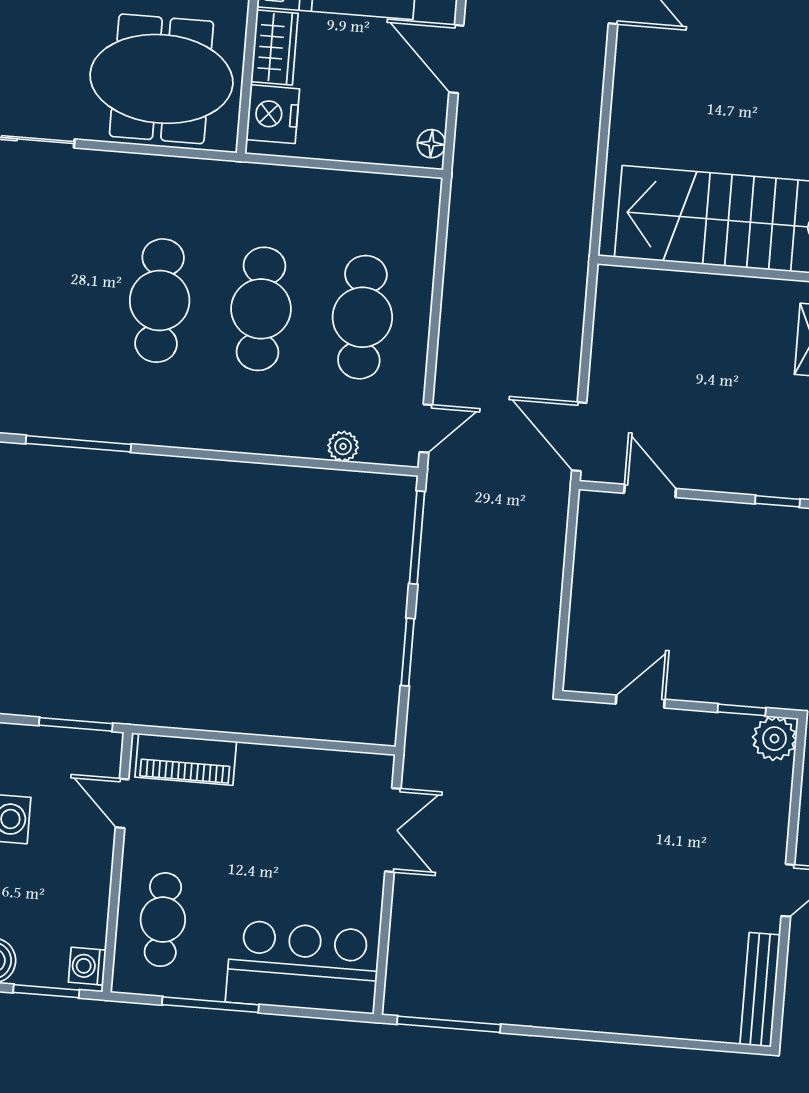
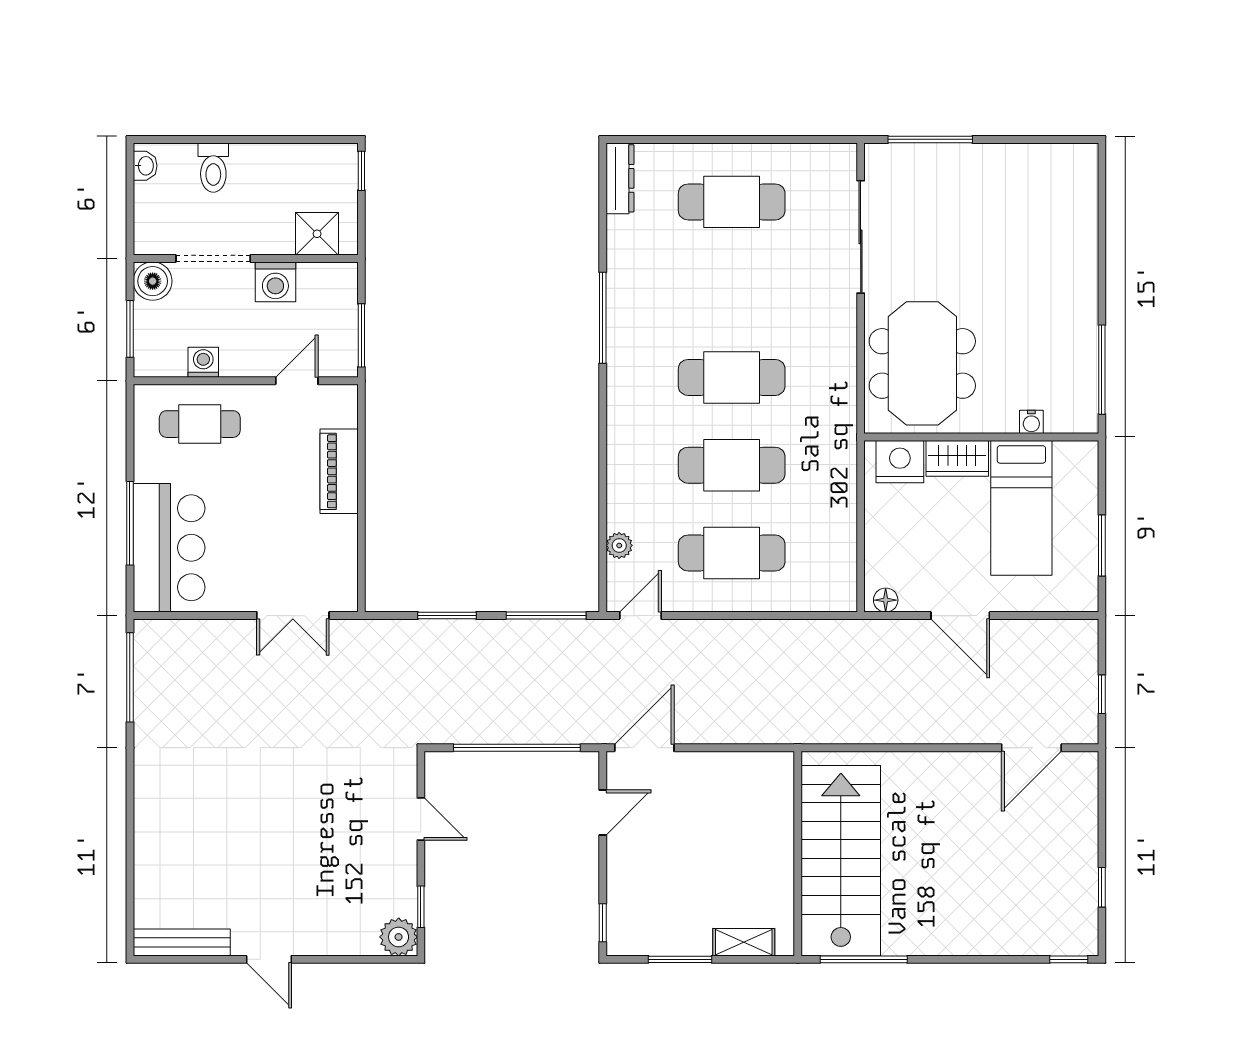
door: (456, 59) -> (960, 616), swing flipped
door: (426, 428) -> (640, 616), swing flipped
window: (567, 584) -> (517, 748), added
piano: (186, 759) -> (339, 471), moved
washing machine: (87, 966) -> (203, 362), moved
window: (210, 1005) -> (130, 523), moved

